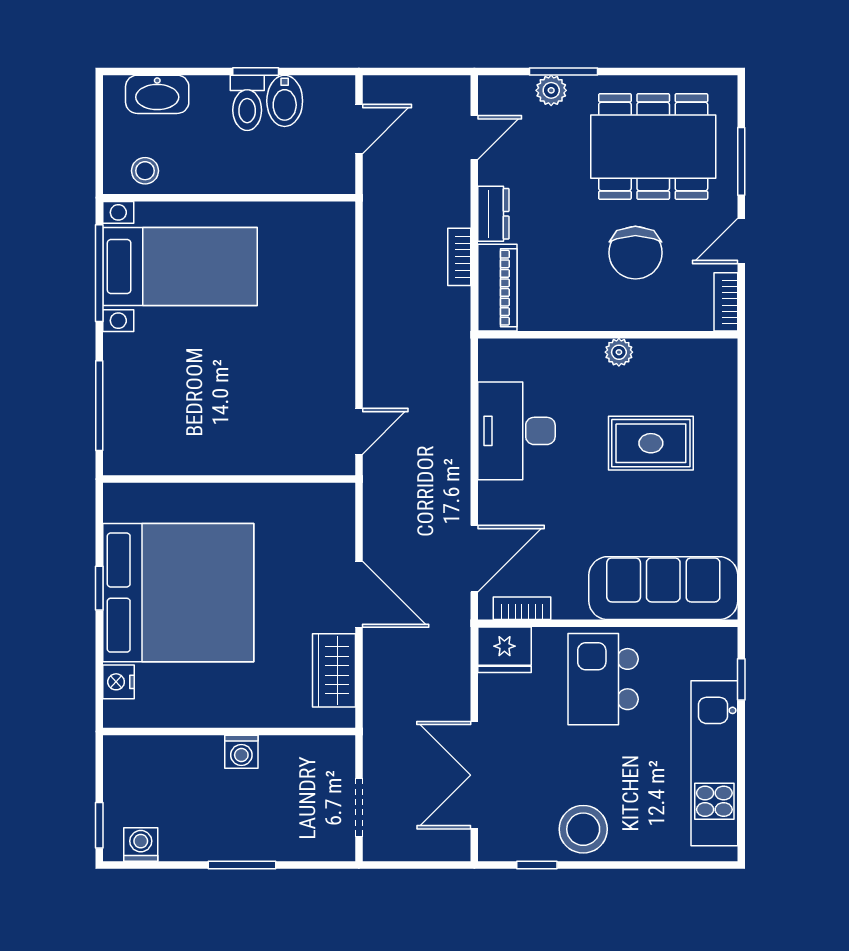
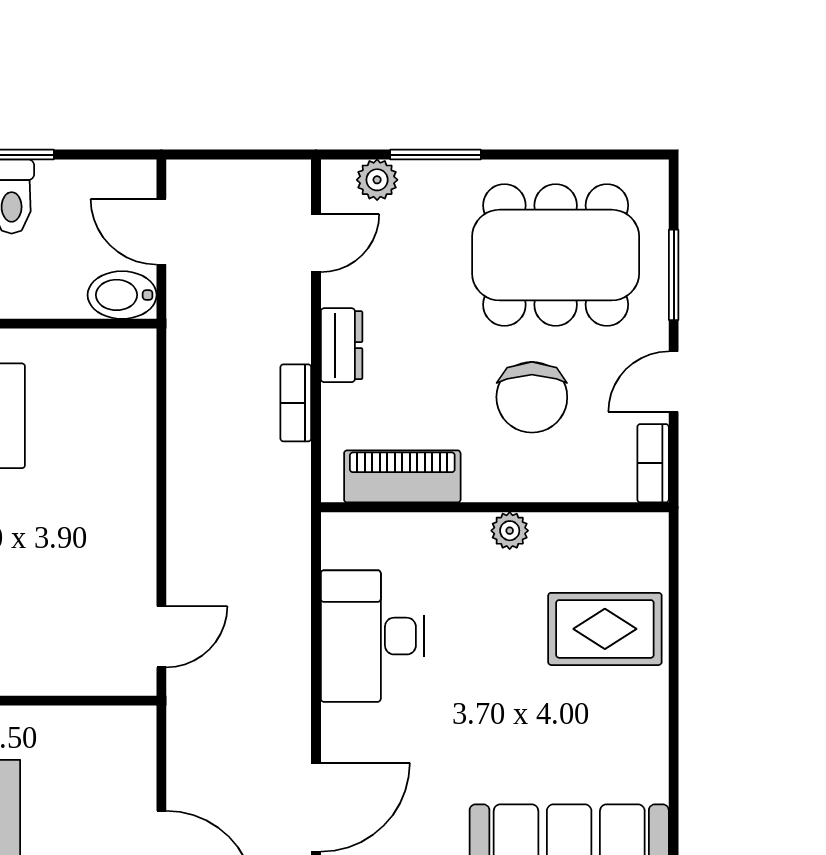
plant: (551, 90) -> (377, 180), moved
bidet: (285, 101) -> (122, 295), moved, turned 90
door: (359, 129) -> (161, 232), swing flipped
piano: (497, 288) -> (402, 476), moved, turned -90
rug: (651, 443) -> (605, 629), moved

